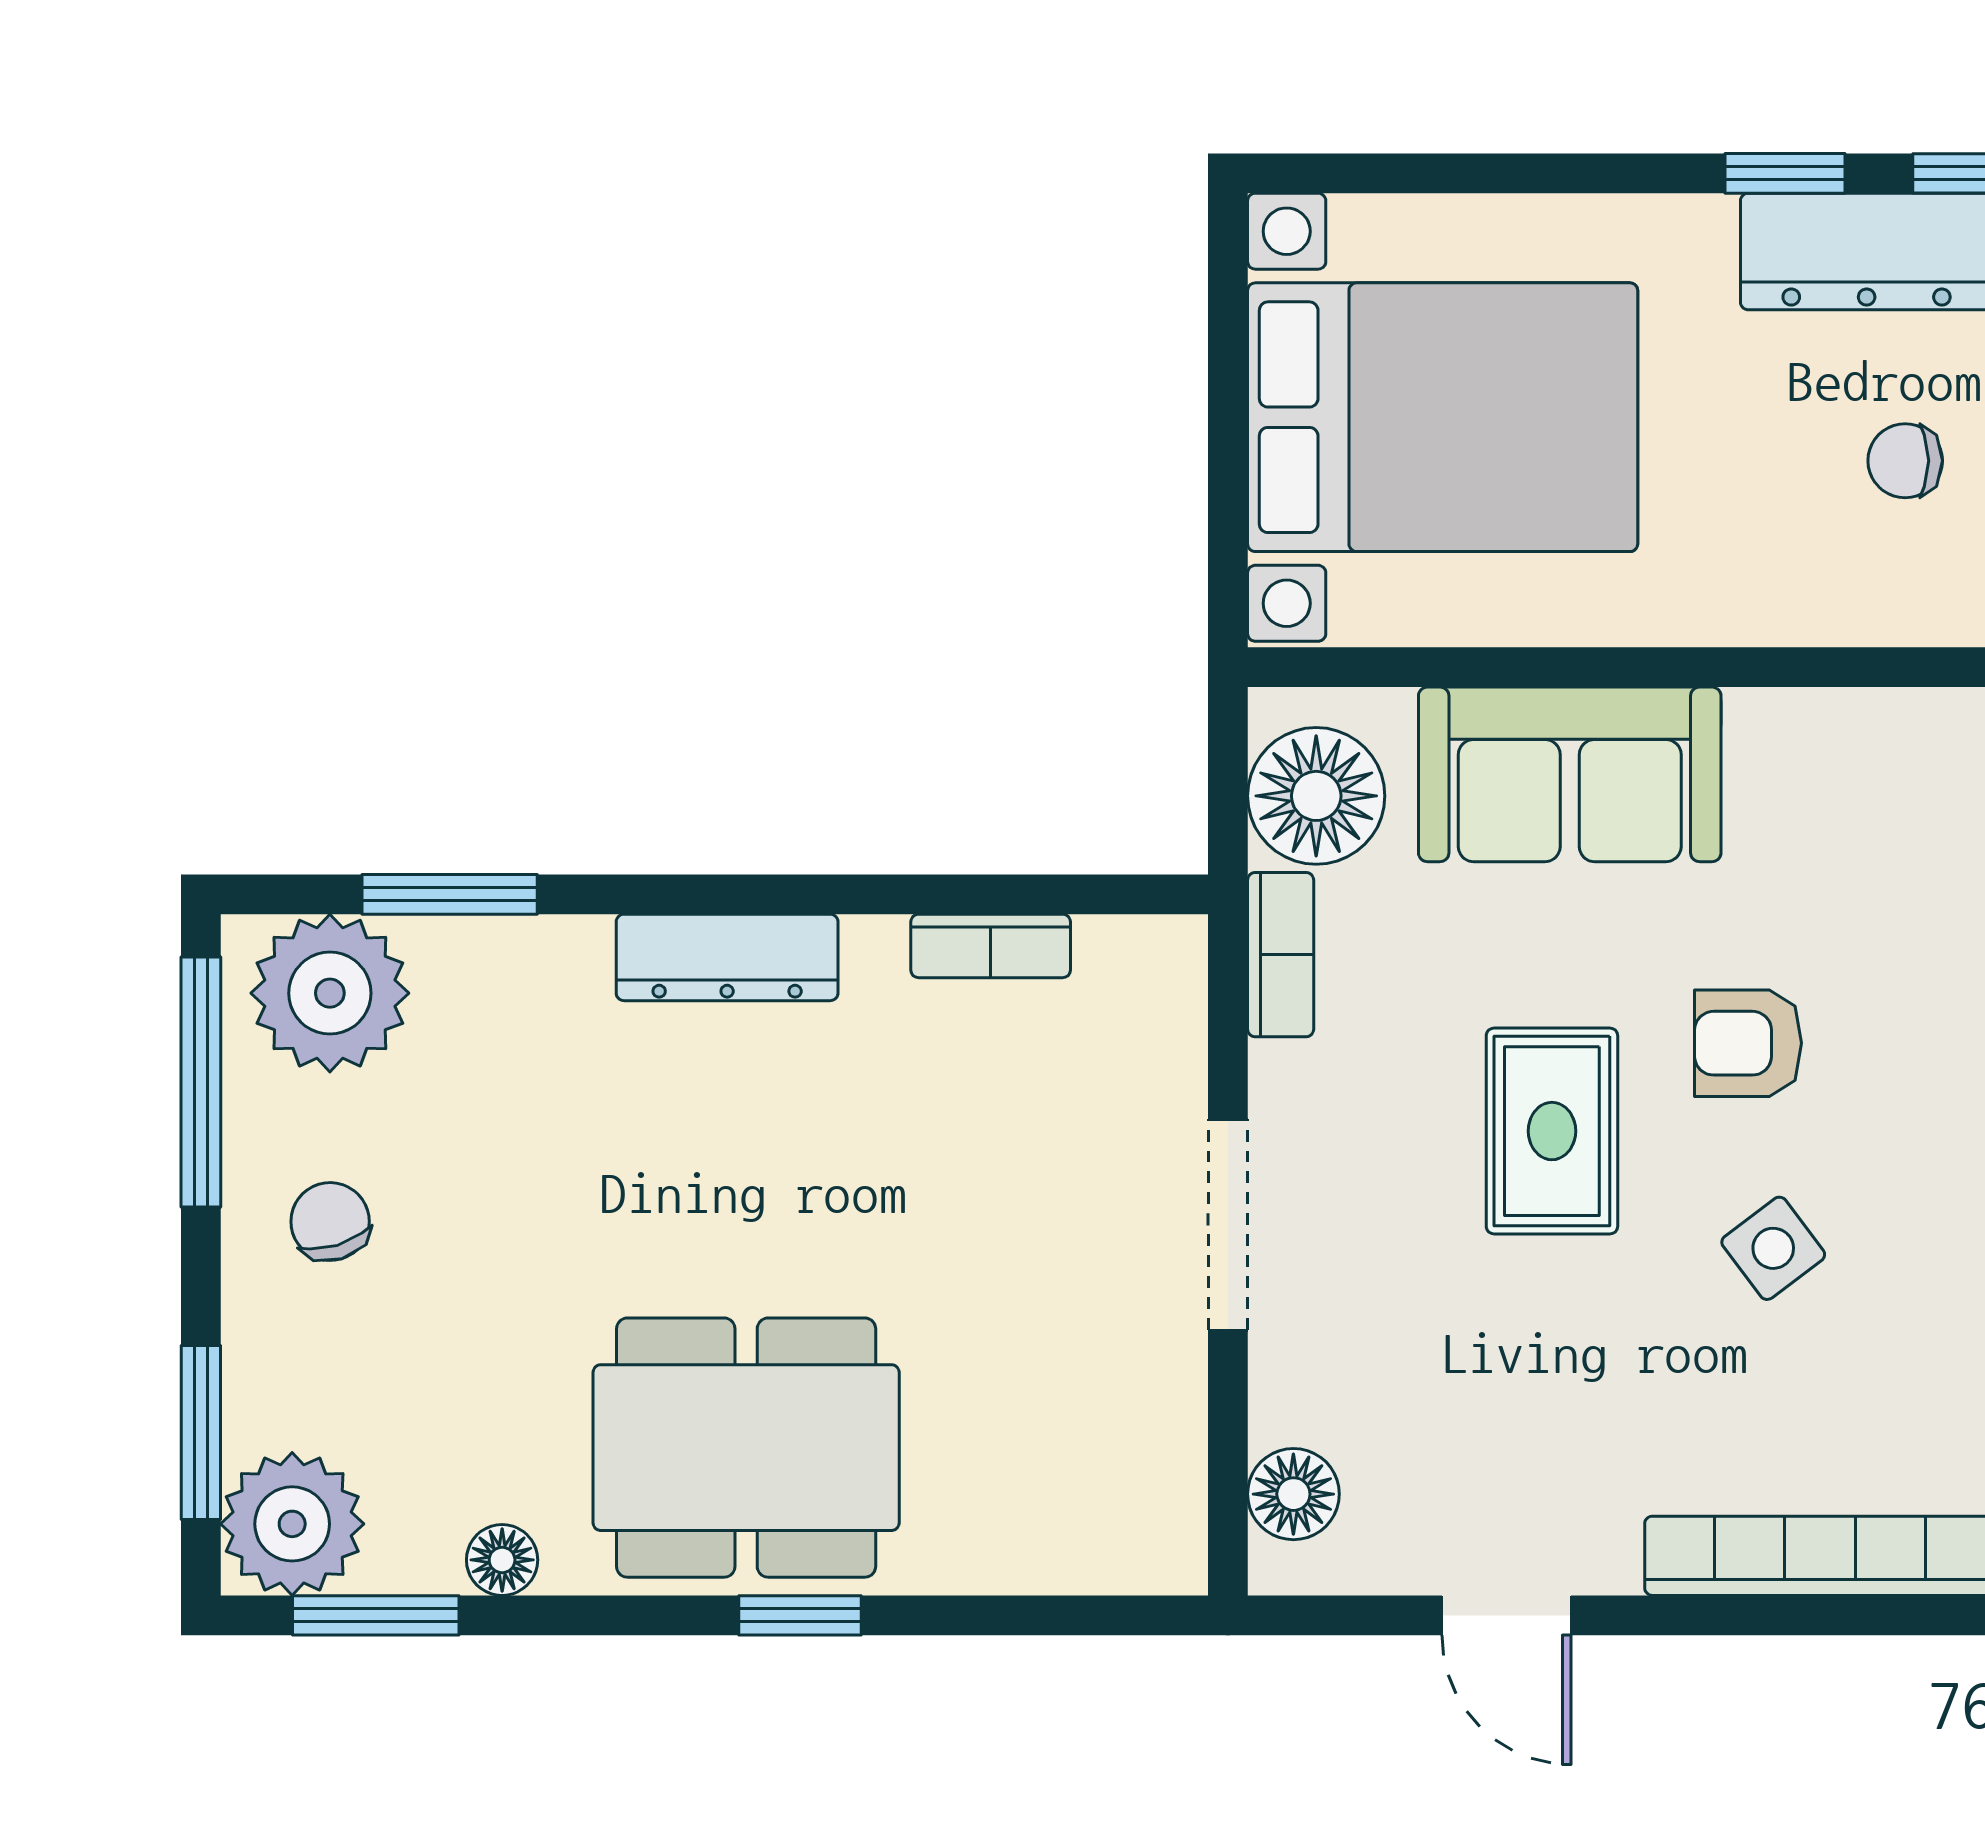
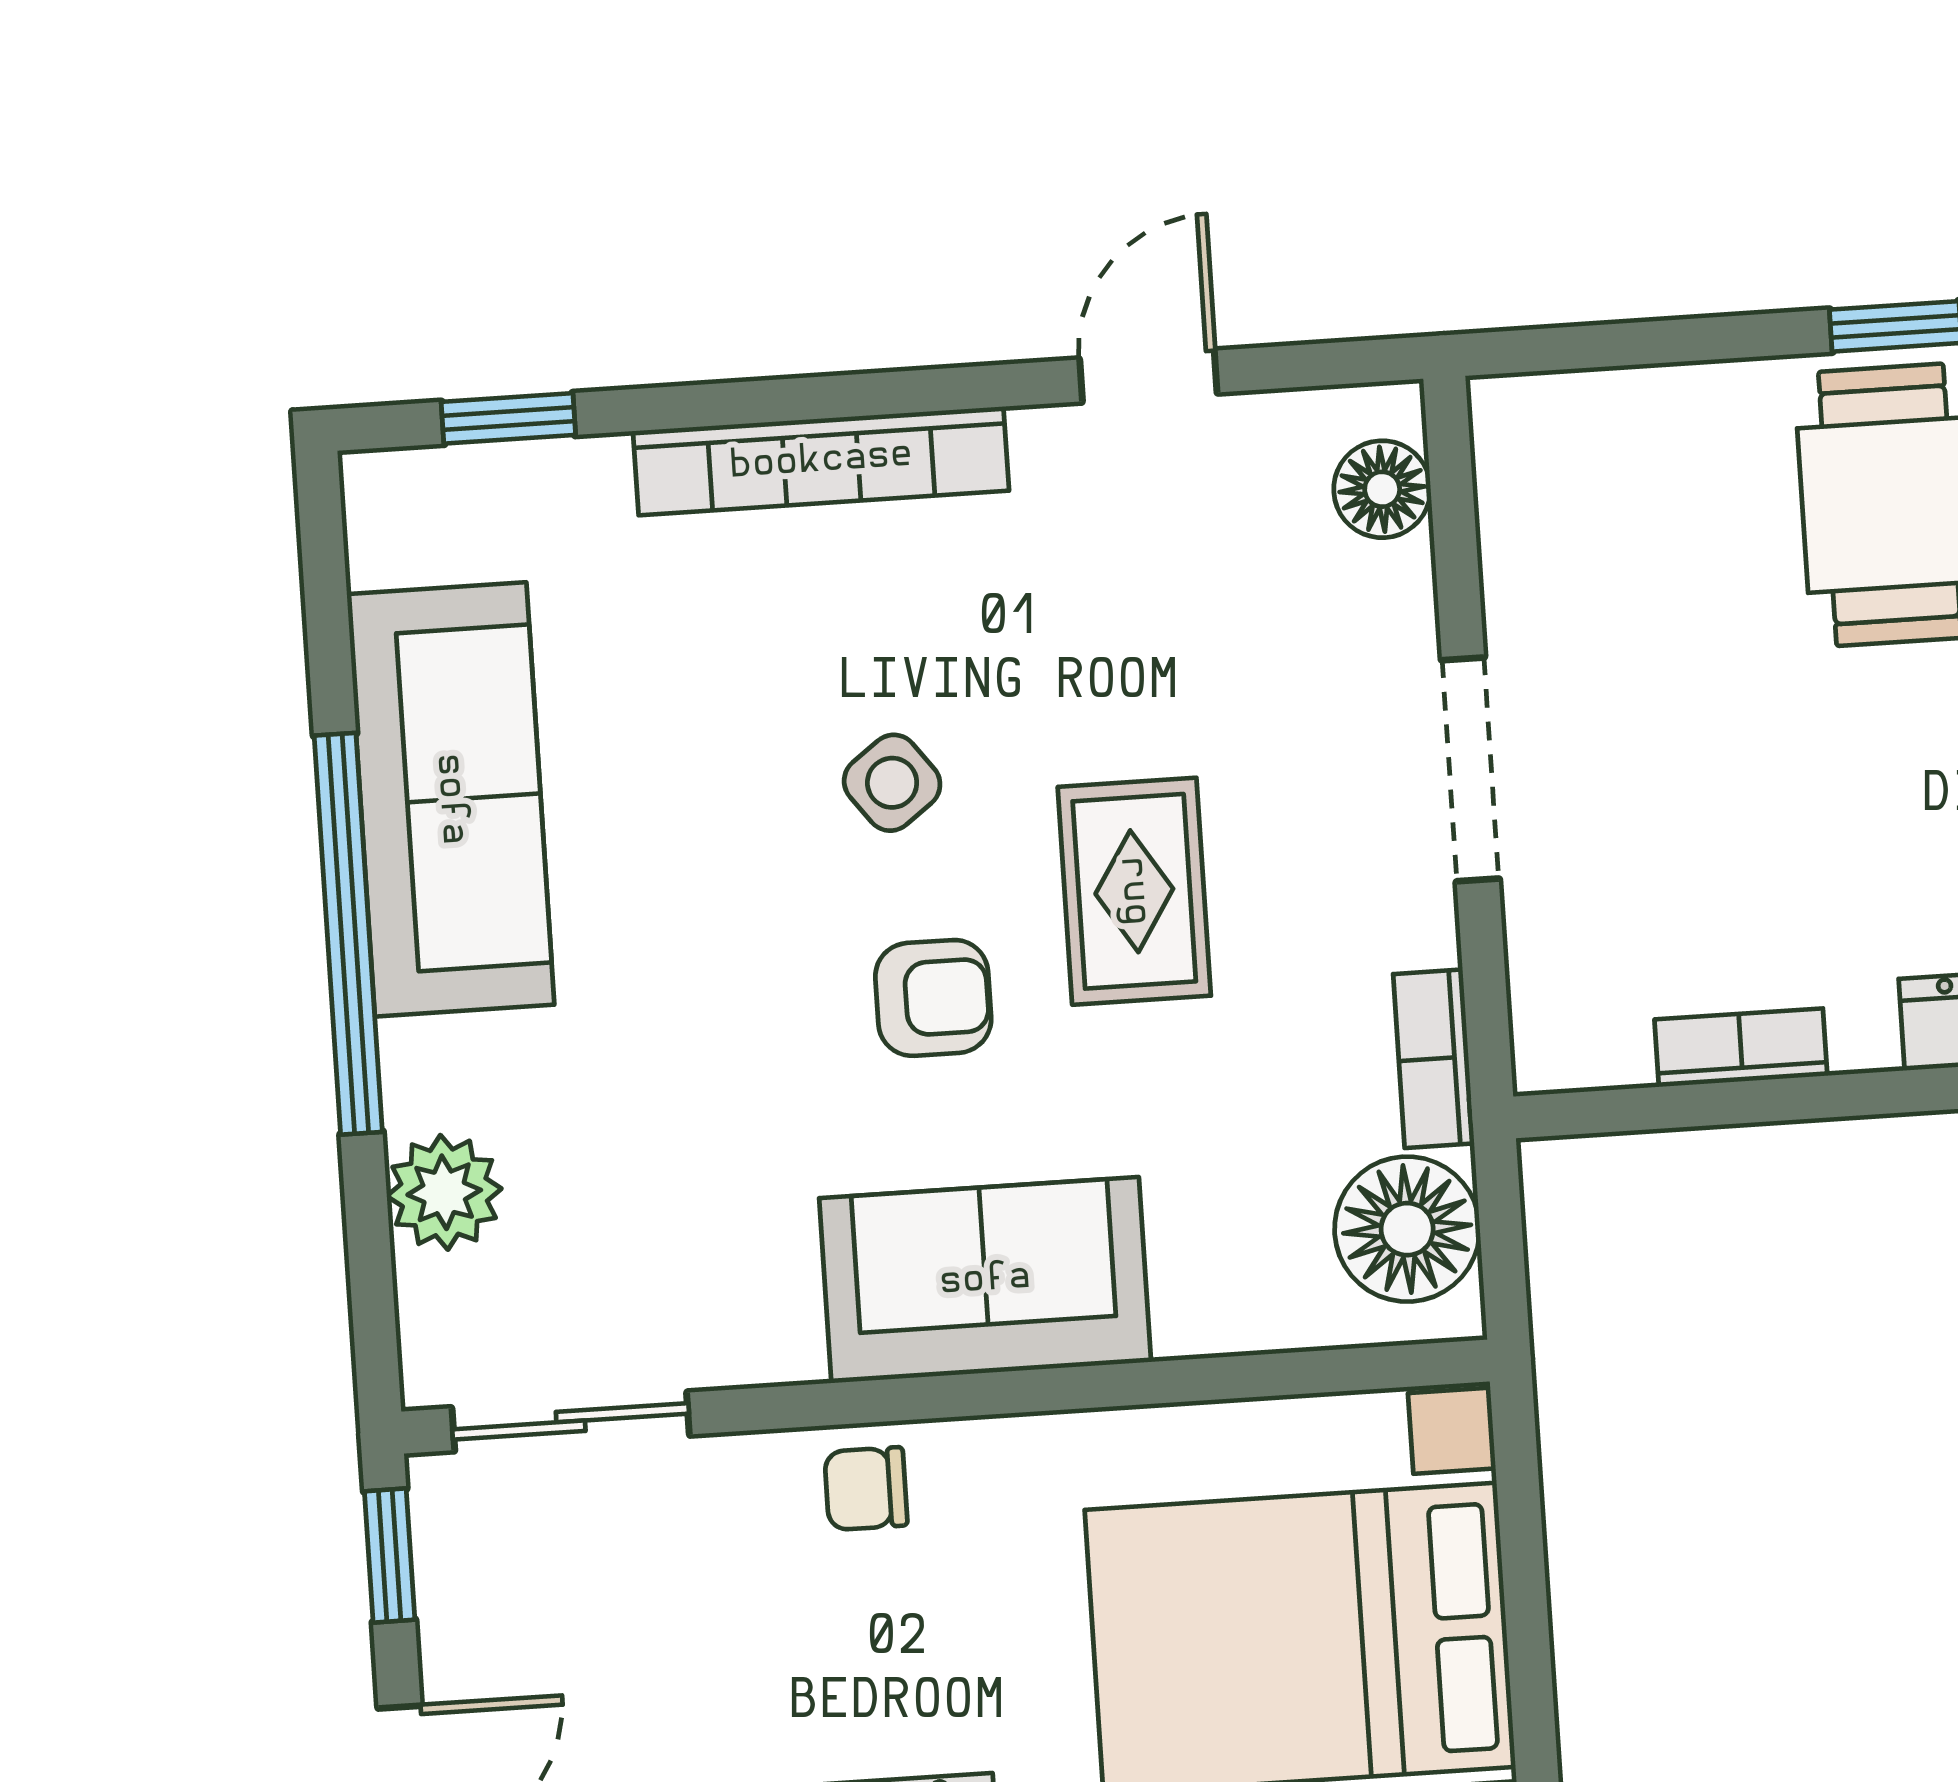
chair: (1905, 461) -> (866, 1489), moved, turned 180
sofa: (1570, 774) -> (985, 1280), moved
door: (1506, 1615) -> (1148, 376), hinge flipped

